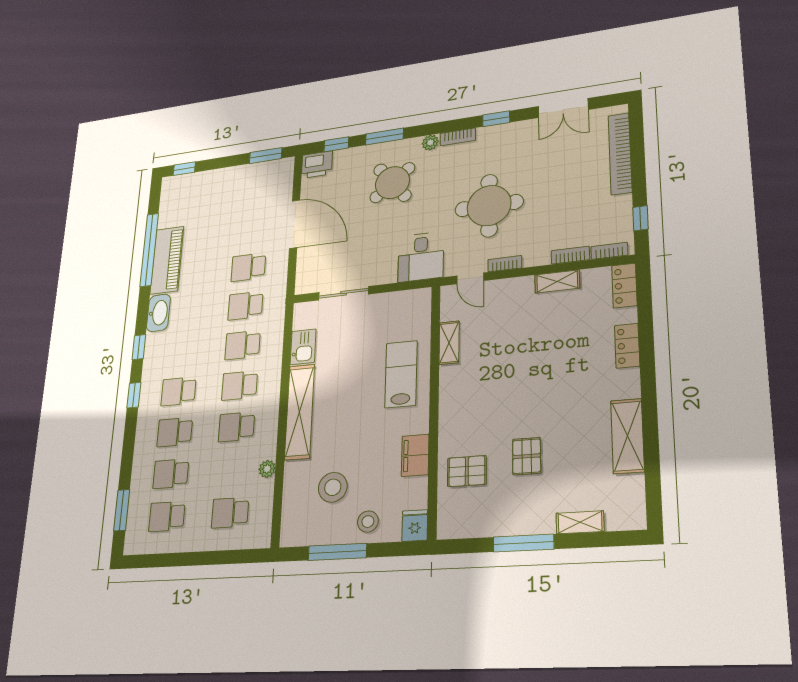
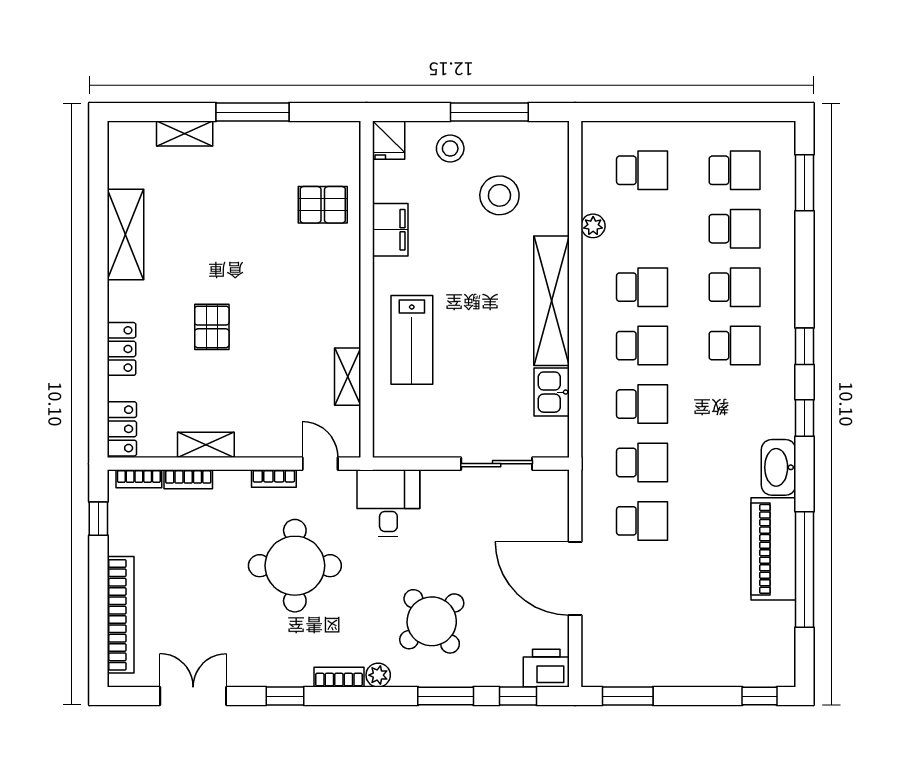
pallet: (527, 456) -> (212, 327), moved

